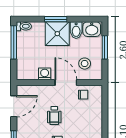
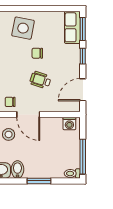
shower: (57, 34) -> (37, 166), removed
washing machine: (45, 74) -> (69, 124), moved
wheelchair: (54, 116) -> (40, 80), turned -72

